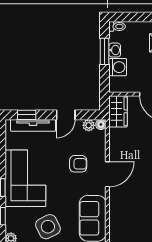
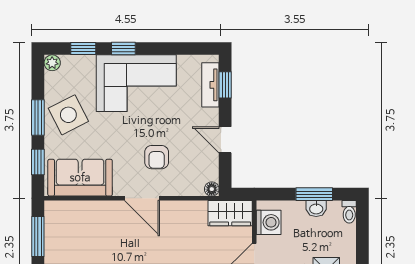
washing machine: (118, 67) -> (269, 222), moved, turned -90
tv unit: (33, 125) -> (210, 85), width x0.71
plant: (89, 125) -> (211, 172), removed

